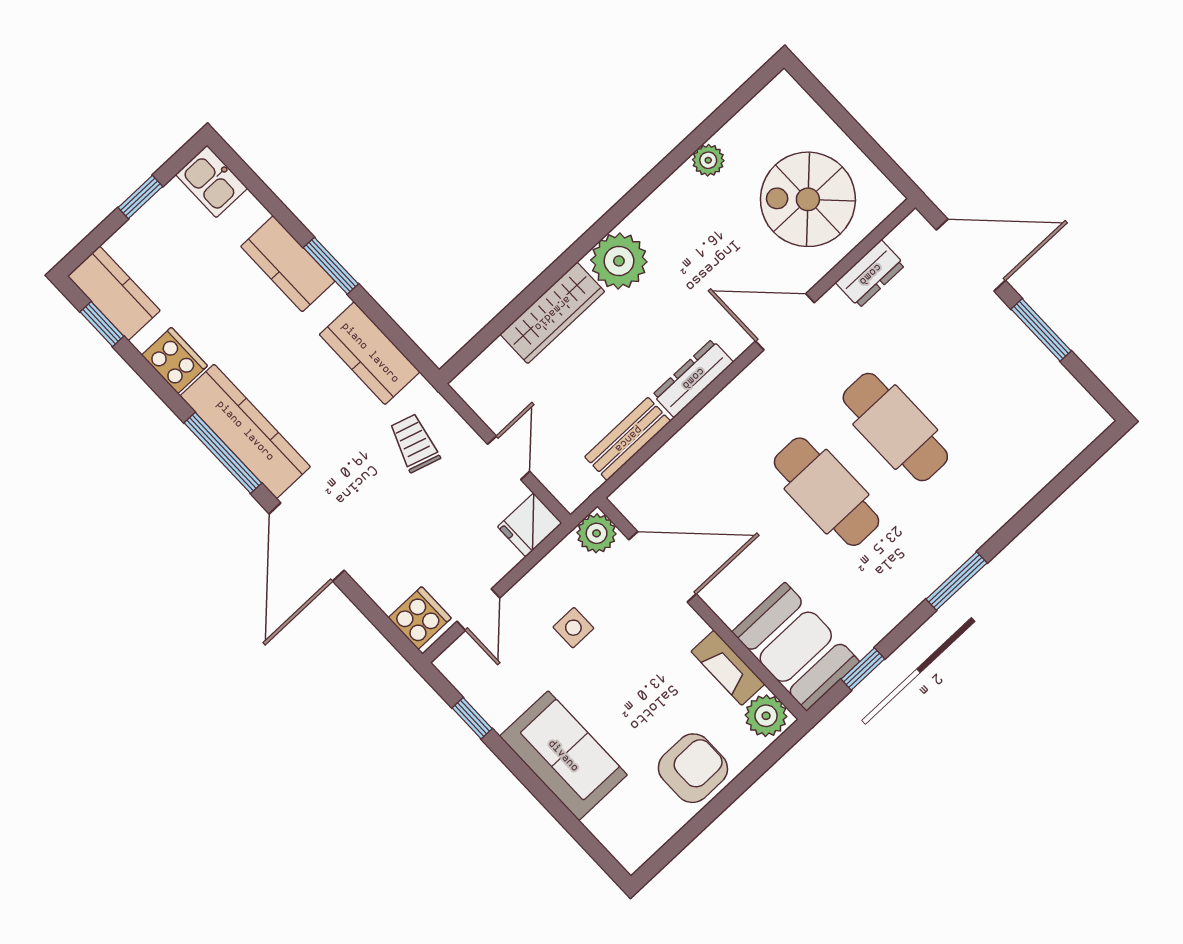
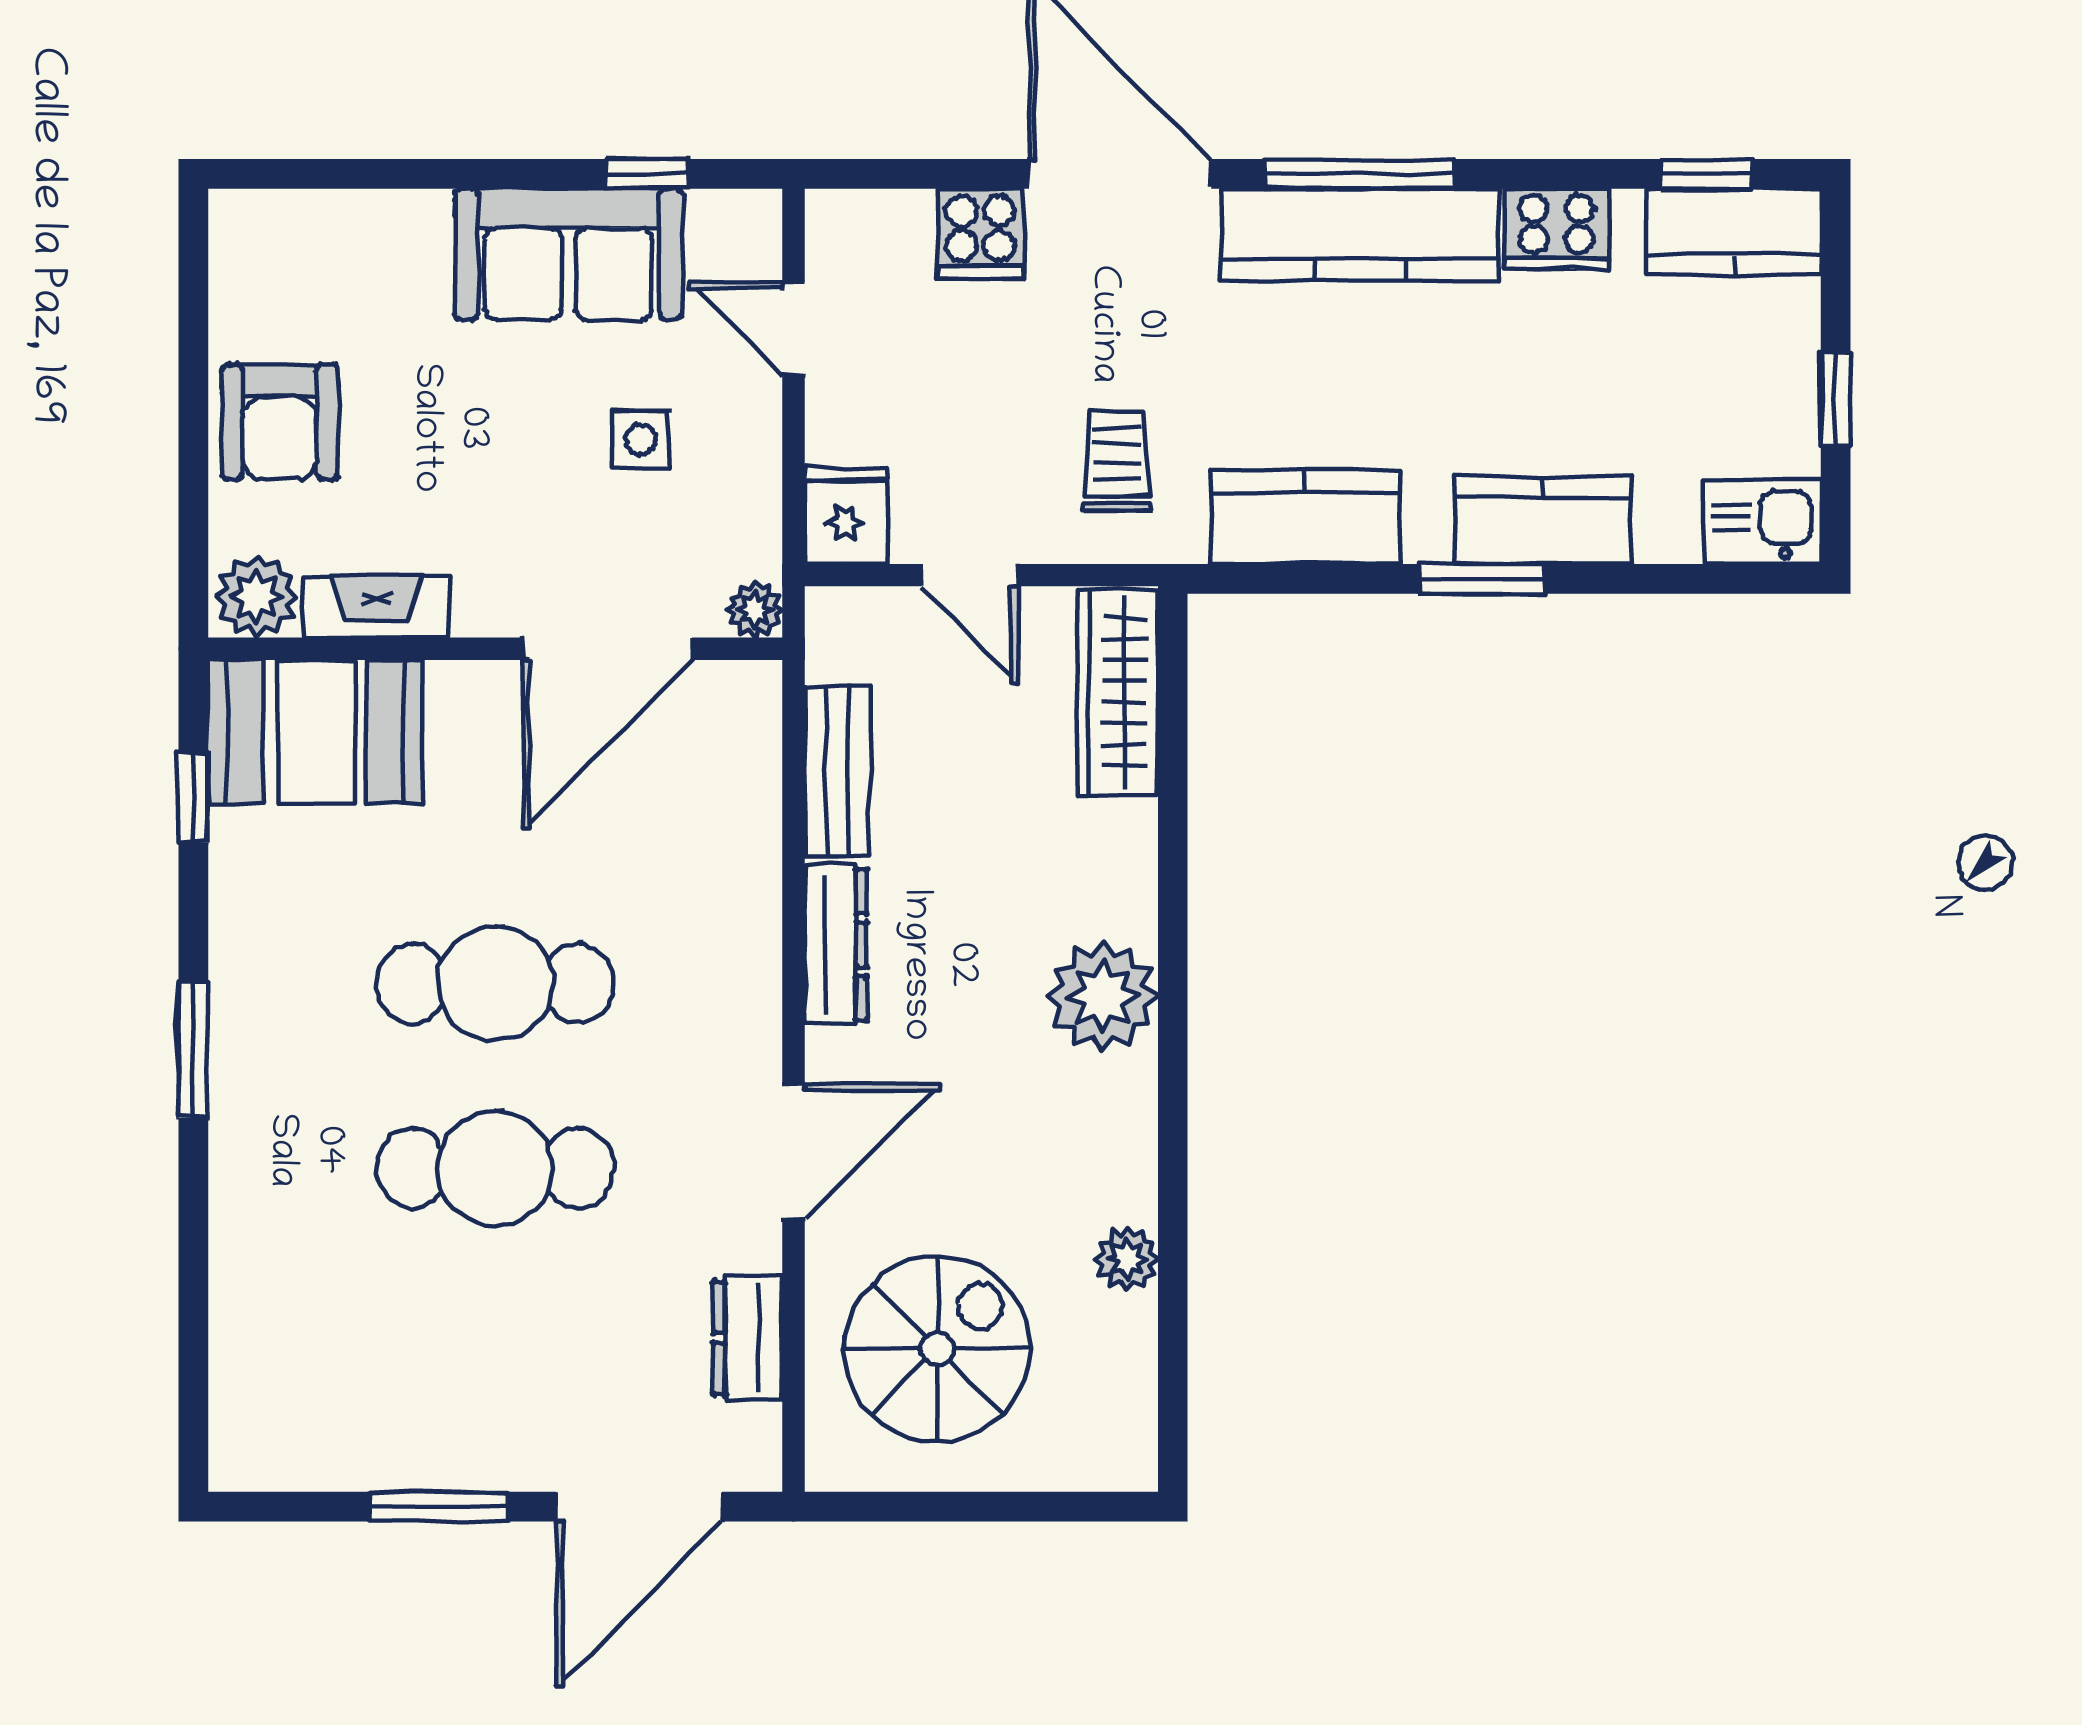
wardrobe: (552, 313) -> (1118, 692), moved
trolley: (414, 443) -> (1117, 461), turned -107
plant: (597, 533) -> (755, 610), width x0.73, depth x0.73
cooker: (420, 618) -> (980, 234), moved
sofa: (563, 756) -> (569, 254), moved

